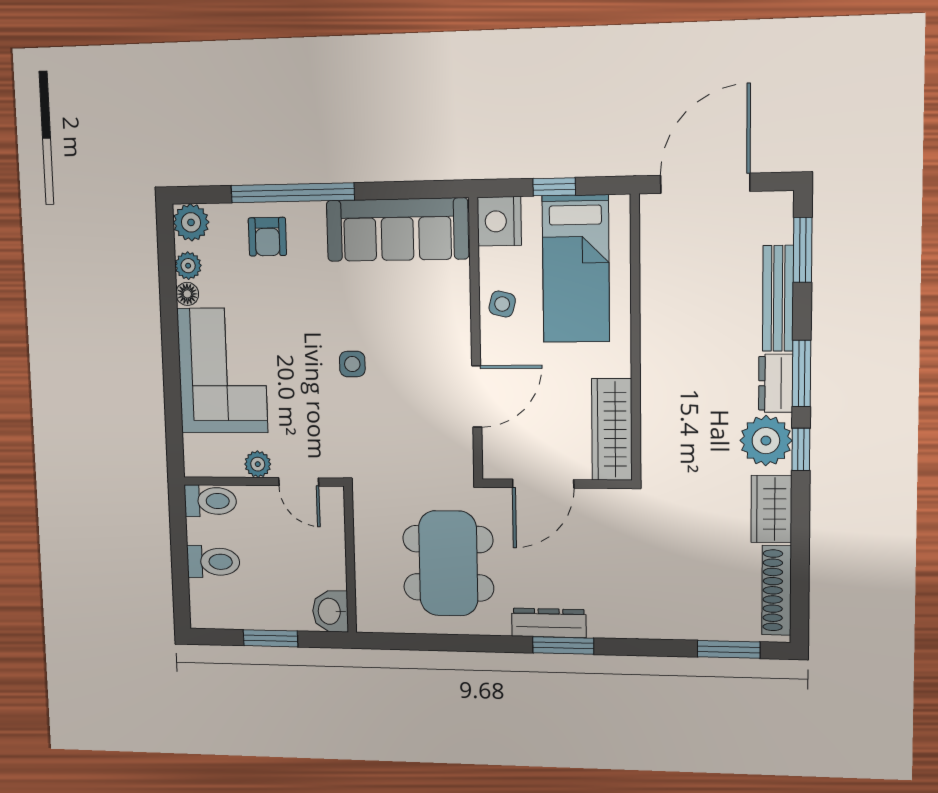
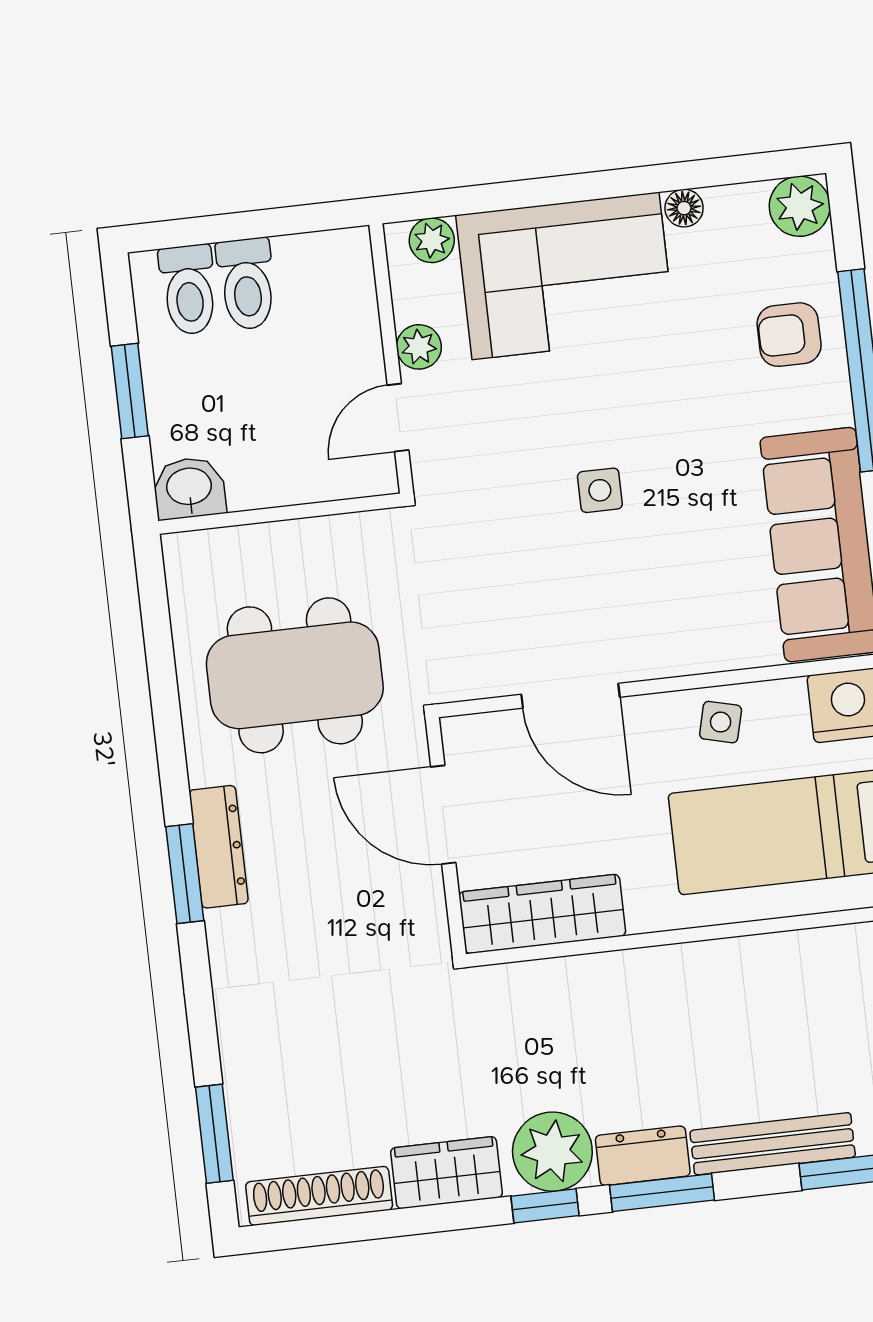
plant: (188, 266) -> (432, 240), moved
toilet: (210, 501) -> (189, 290), moved

